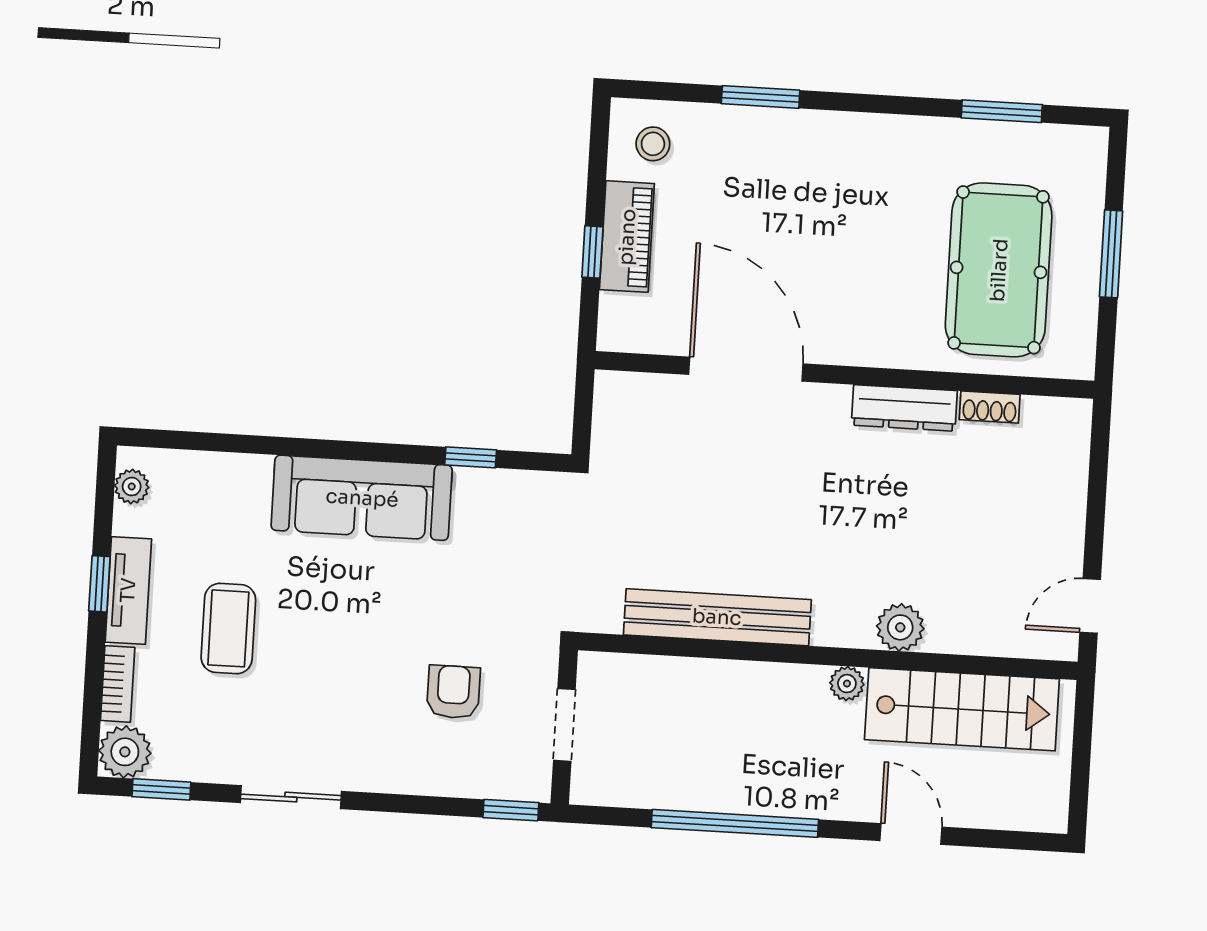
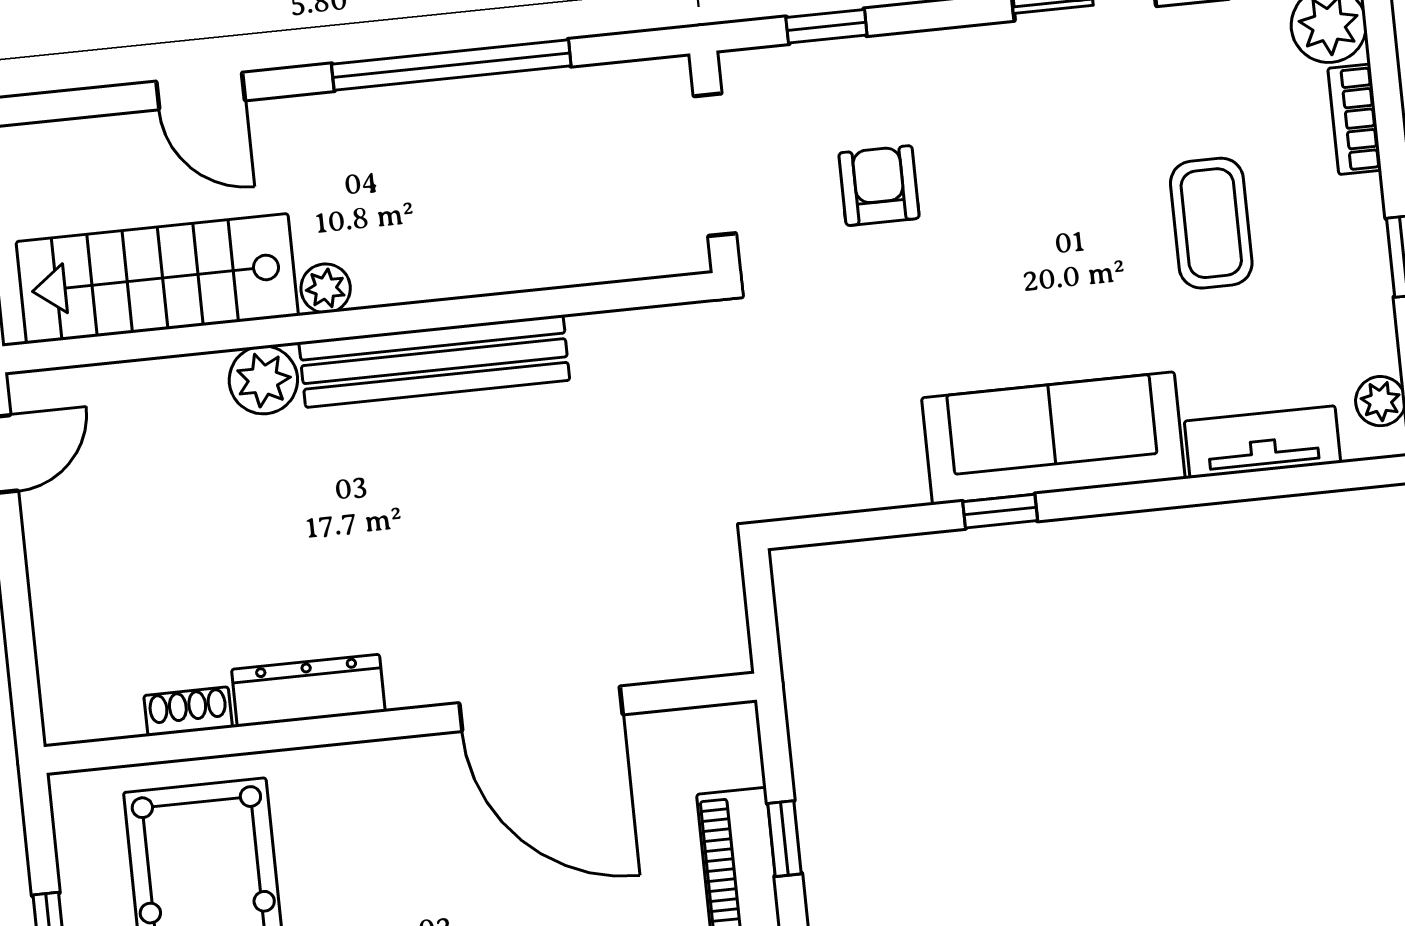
window: (471, 457) -> (1000, 511), moved
tv unit: (128, 590) -> (1262, 442), moved, turned 90
bench: (717, 617) -> (434, 361), moved
armchair: (453, 692) -> (879, 186), turned 180
doorway: (564, 725) -> (715, 165), width x1.38
window: (511, 810) -> (826, 26), moved

